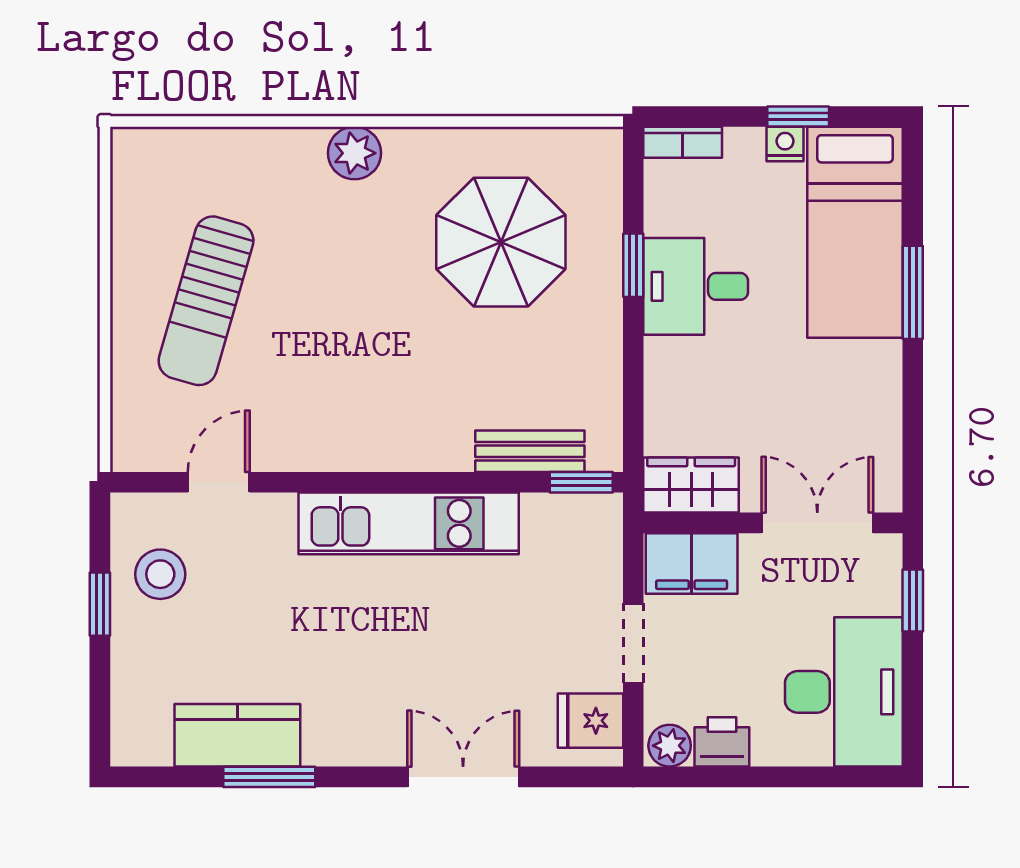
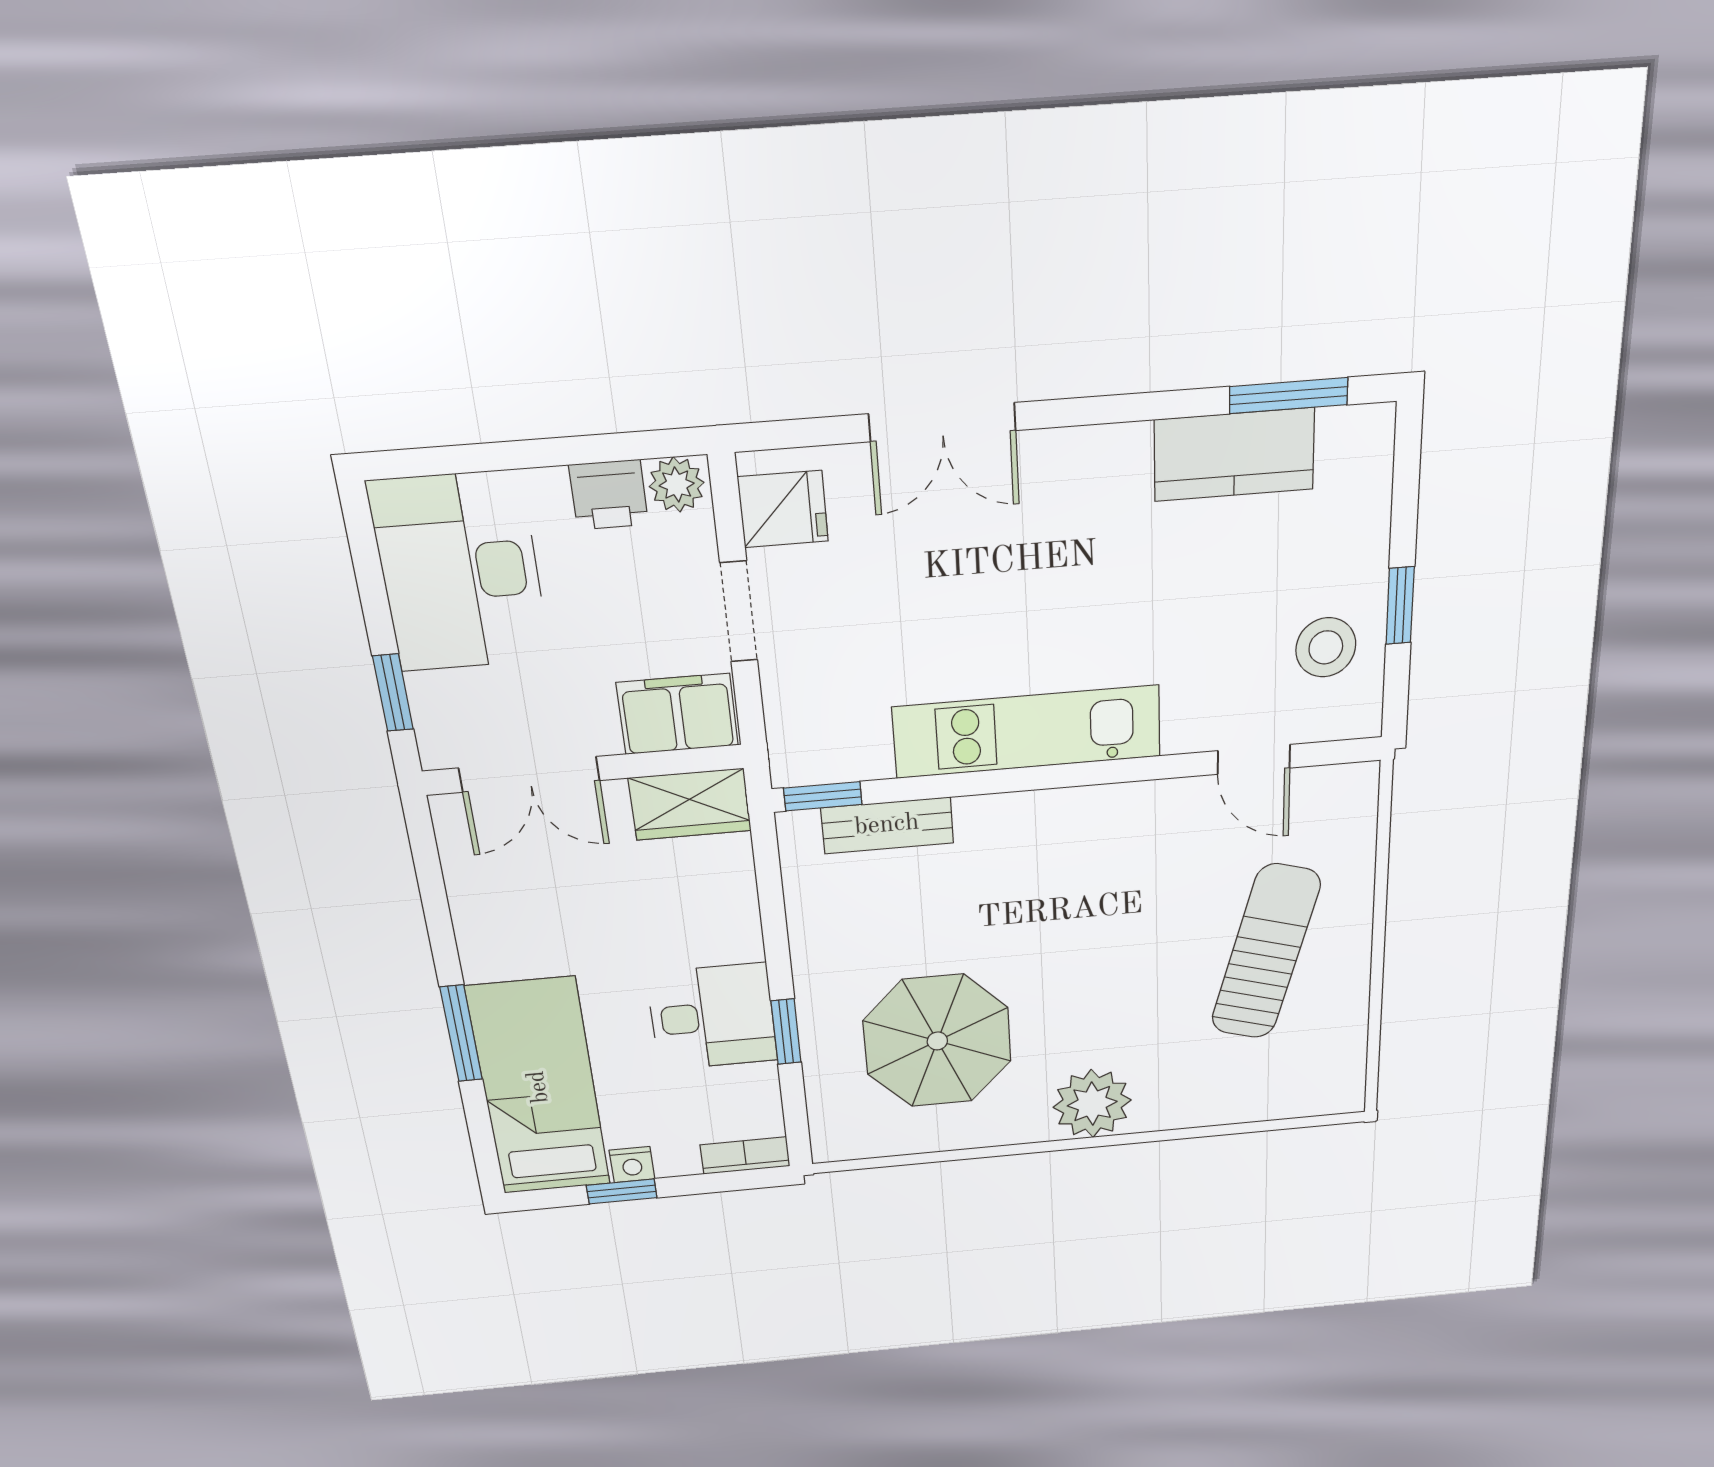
plant: (354, 153) -> (1092, 1104), width x1.36, depth x1.36
door: (219, 482) -> (1254, 759), hinge flipped
window: (269, 777) -> (1289, 396), moved

